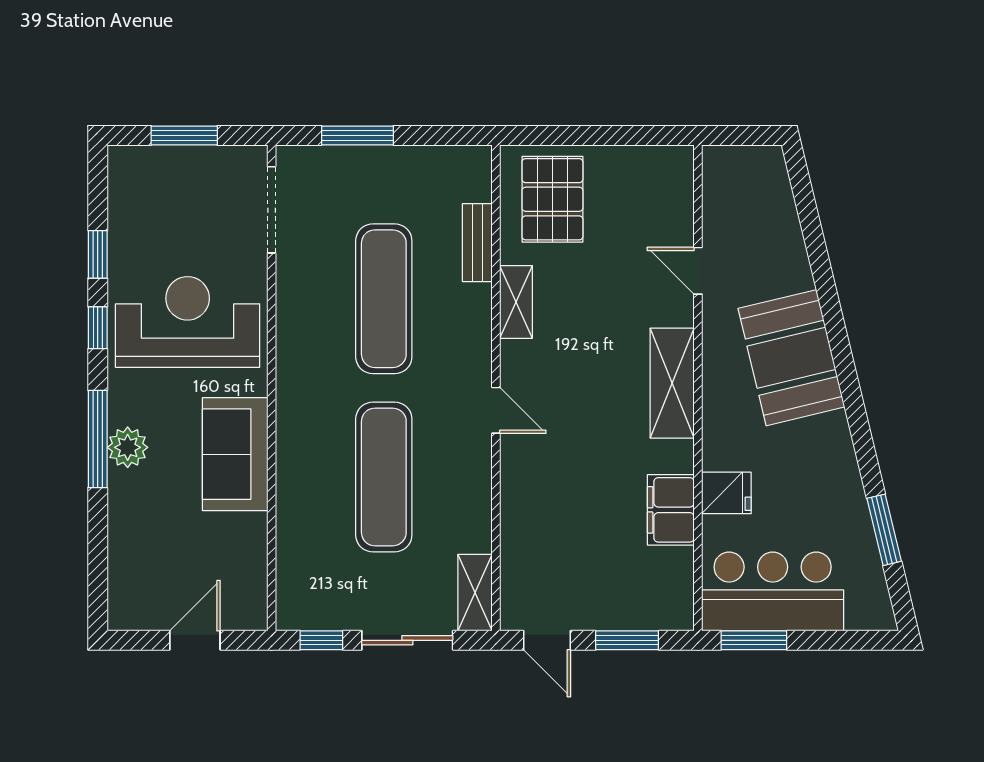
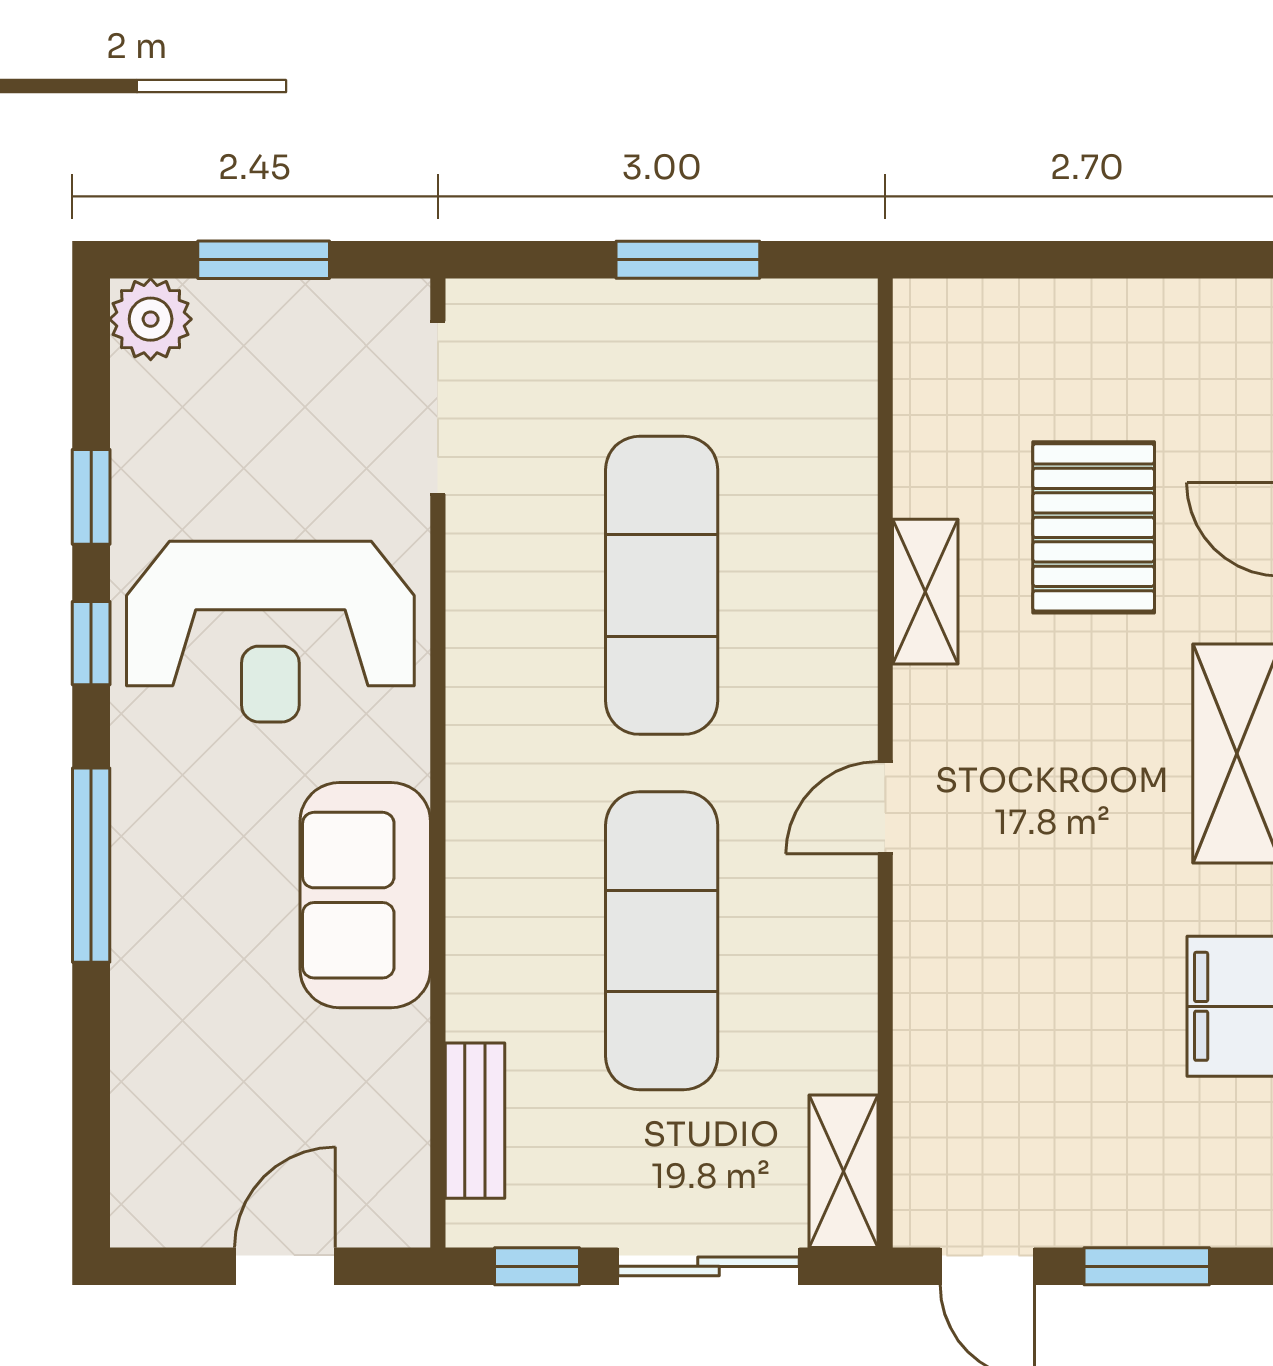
window: (357, 135) -> (688, 260), moved
pallet: (552, 199) -> (1094, 527), moved
bench: (477, 243) -> (475, 1121), moved
reception desk: (188, 322) -> (270, 632), turned 180
door: (496, 410) -> (885, 808), swing flipped
plant: (128, 447) -> (151, 319), moved

